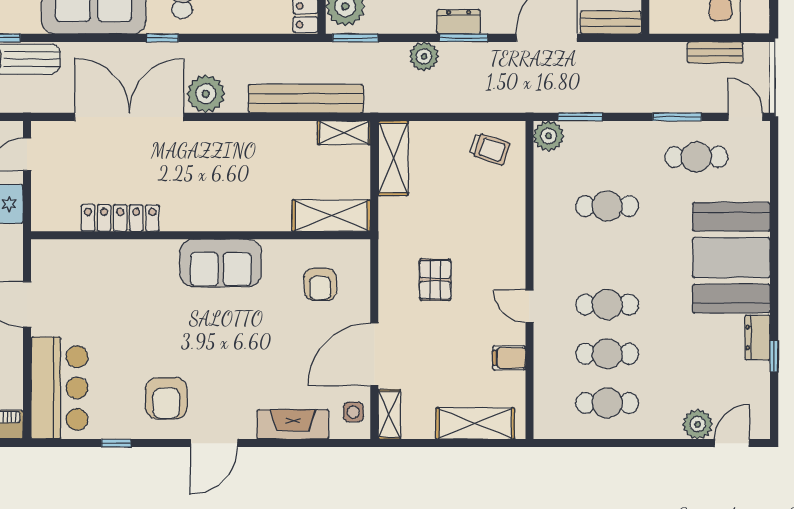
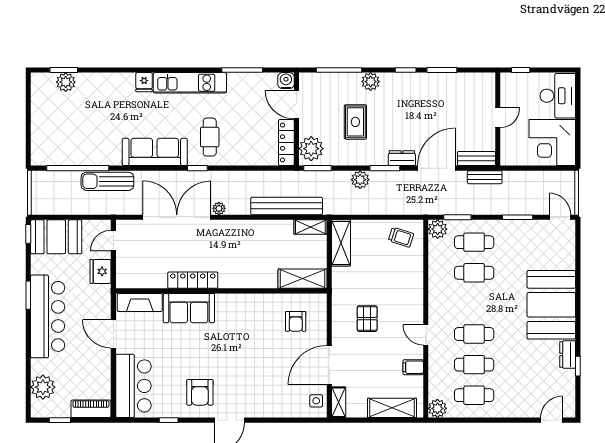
dresser: (459, 22) -> (402, 158), moved
bench: (715, 52) -> (485, 177), moved
plant: (206, 94) -> (219, 208), width x0.53, depth x0.53
cafe table: (696, 157) -> (474, 242), moved
locker: (120, 218) -> (193, 280), moved
sofa: (221, 263) -> (189, 308), moved
fireplace: (293, 424) -> (140, 303), moved, turned 180
plant: (698, 424) -> (437, 408), moved

